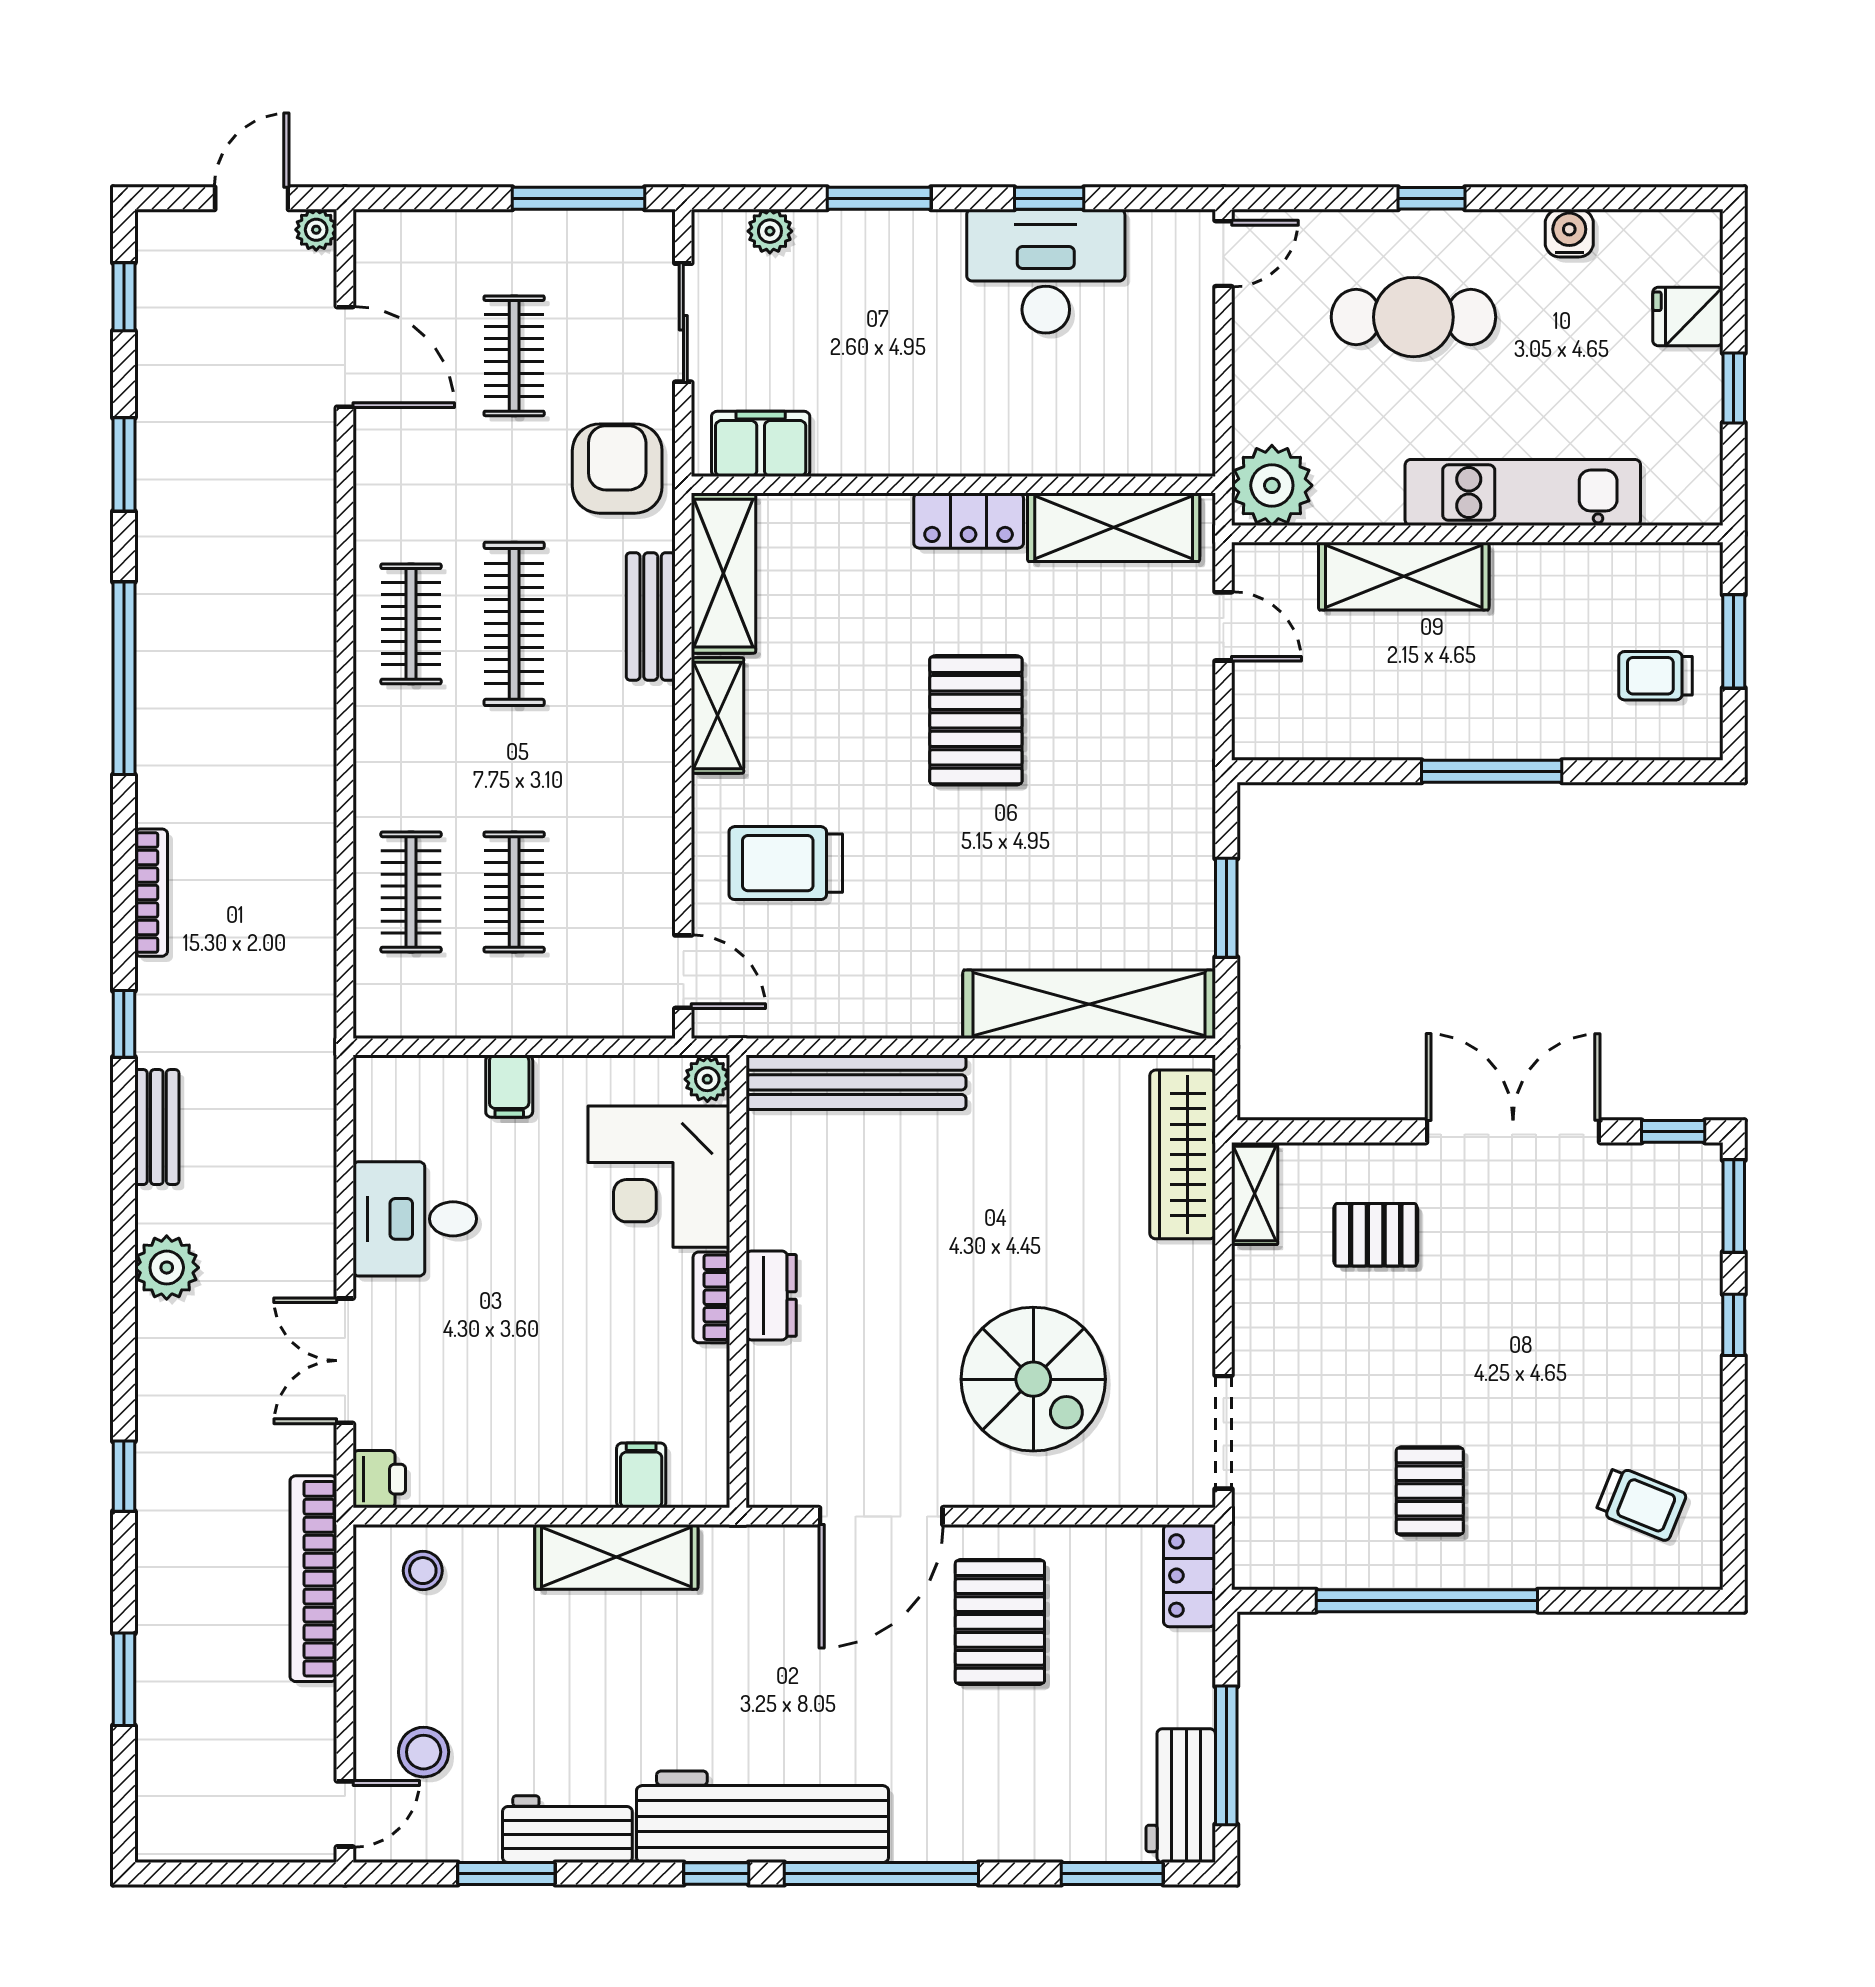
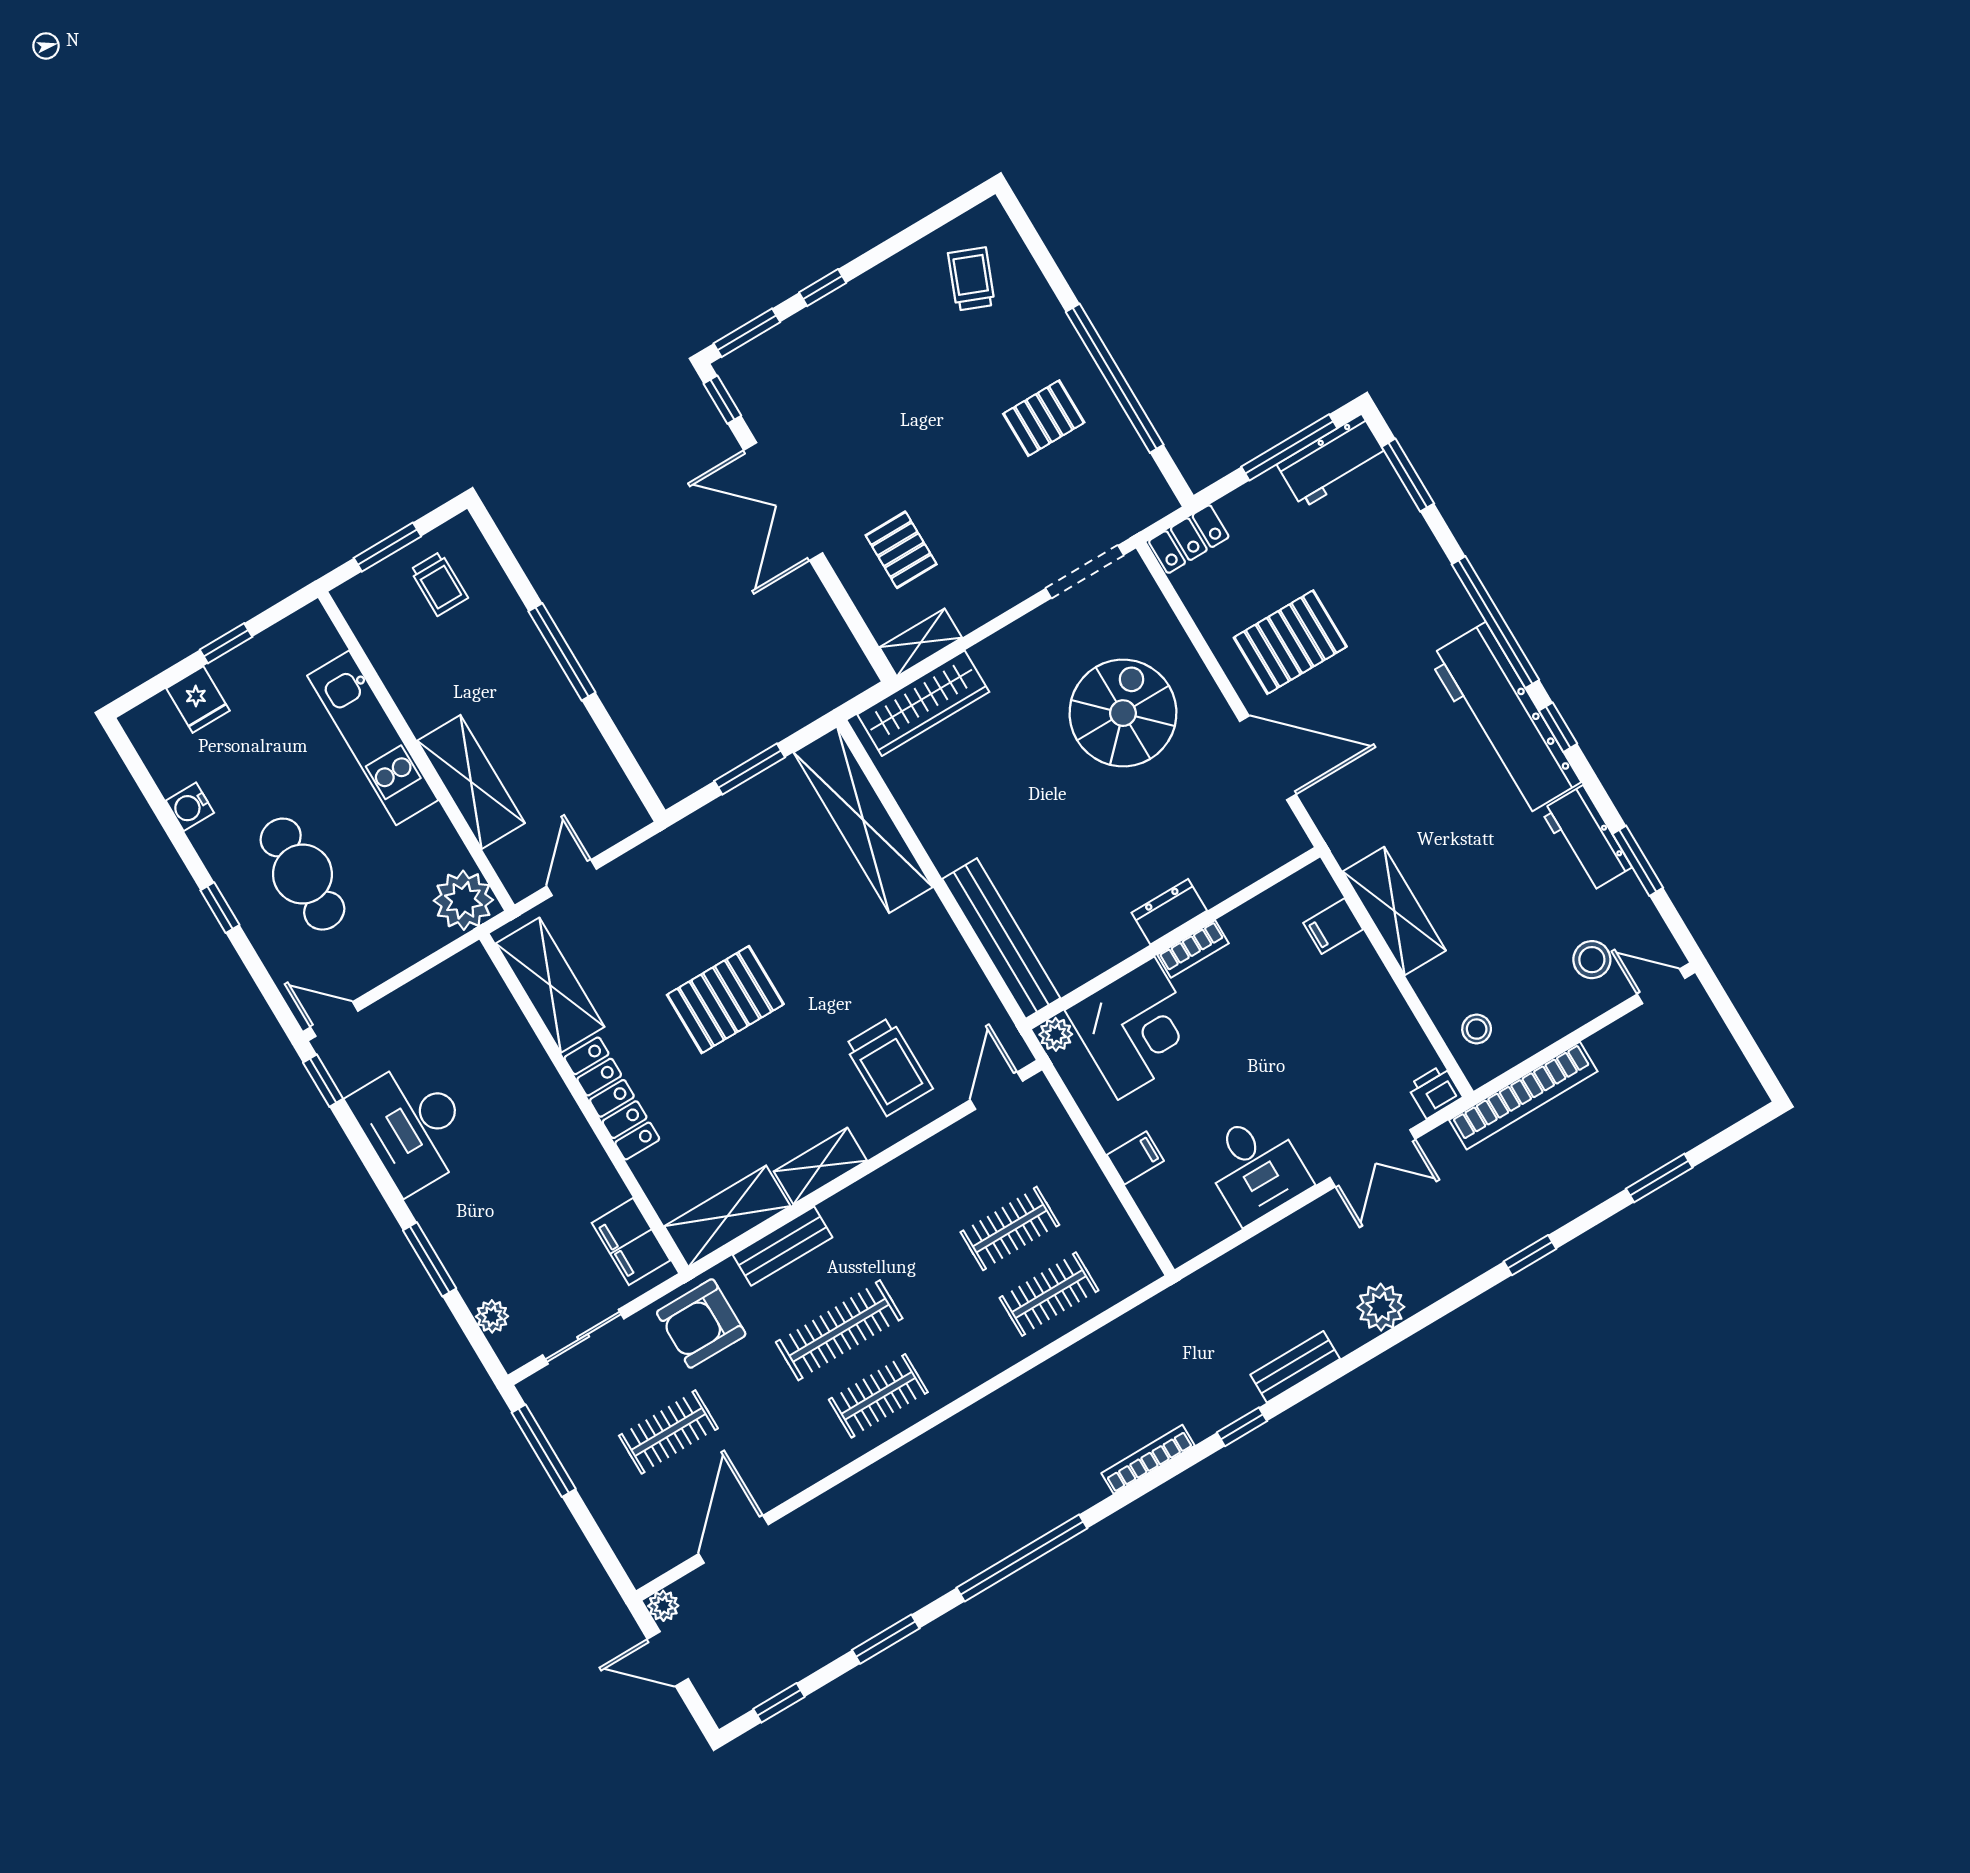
window: (1049, 198) -> (323, 1081), moved
locker: (969, 521) -> (612, 1098), width x1.53

